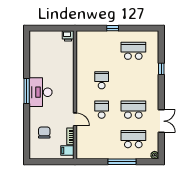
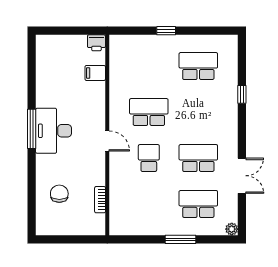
school desk: (102, 80) -> (149, 112), width x1.85
door: (75, 119) -> (107, 141), moved
filing cabinet: (67, 151) -> (95, 73), moved
window: (122, 162) -> (181, 239), width x0.69

